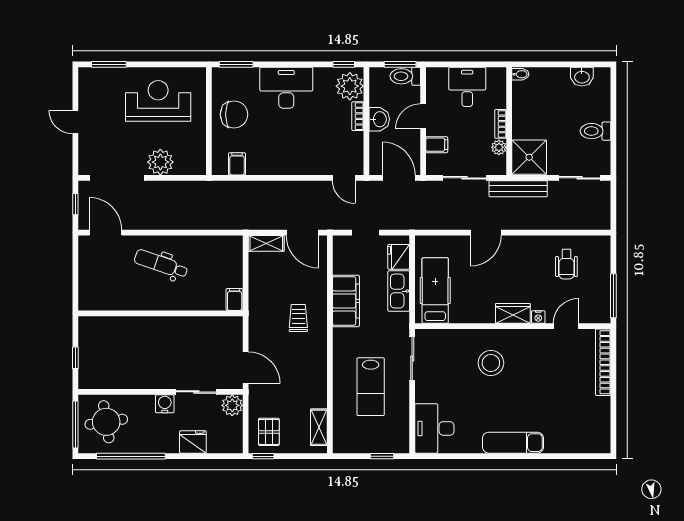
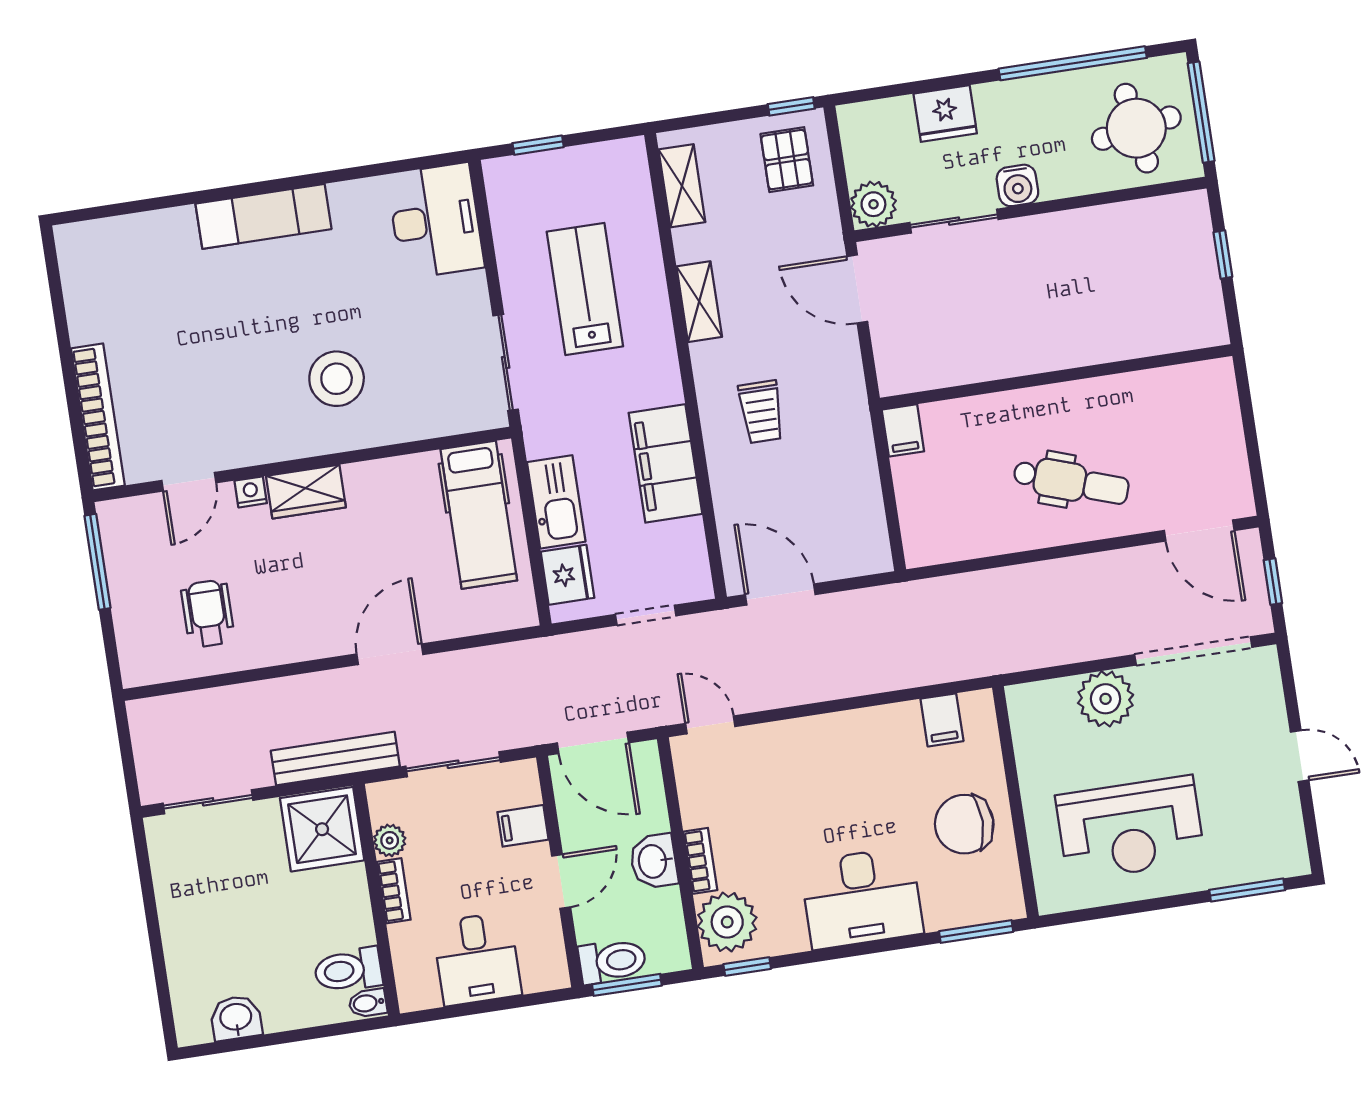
toilet: (596, 131) -> (348, 970), moved, turned 180
shelving: (266, 243) -> (699, 302), moved, turned 90

